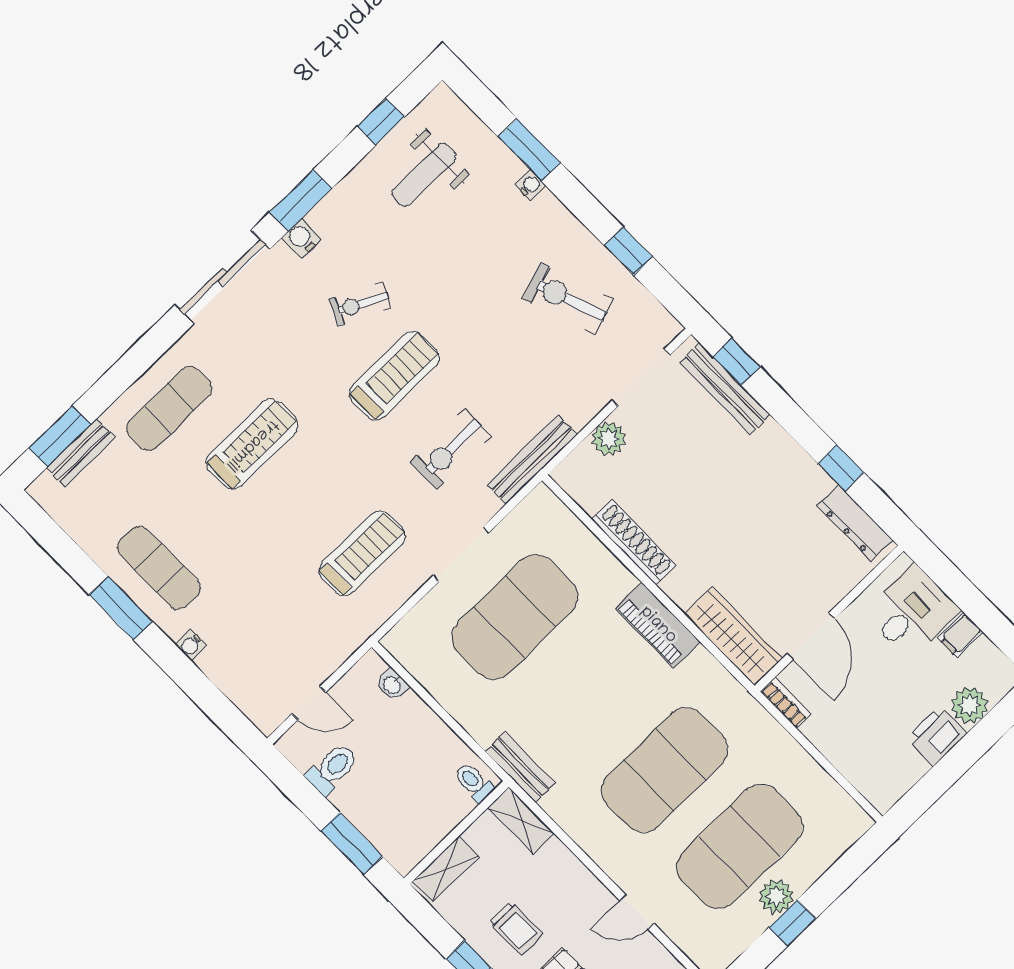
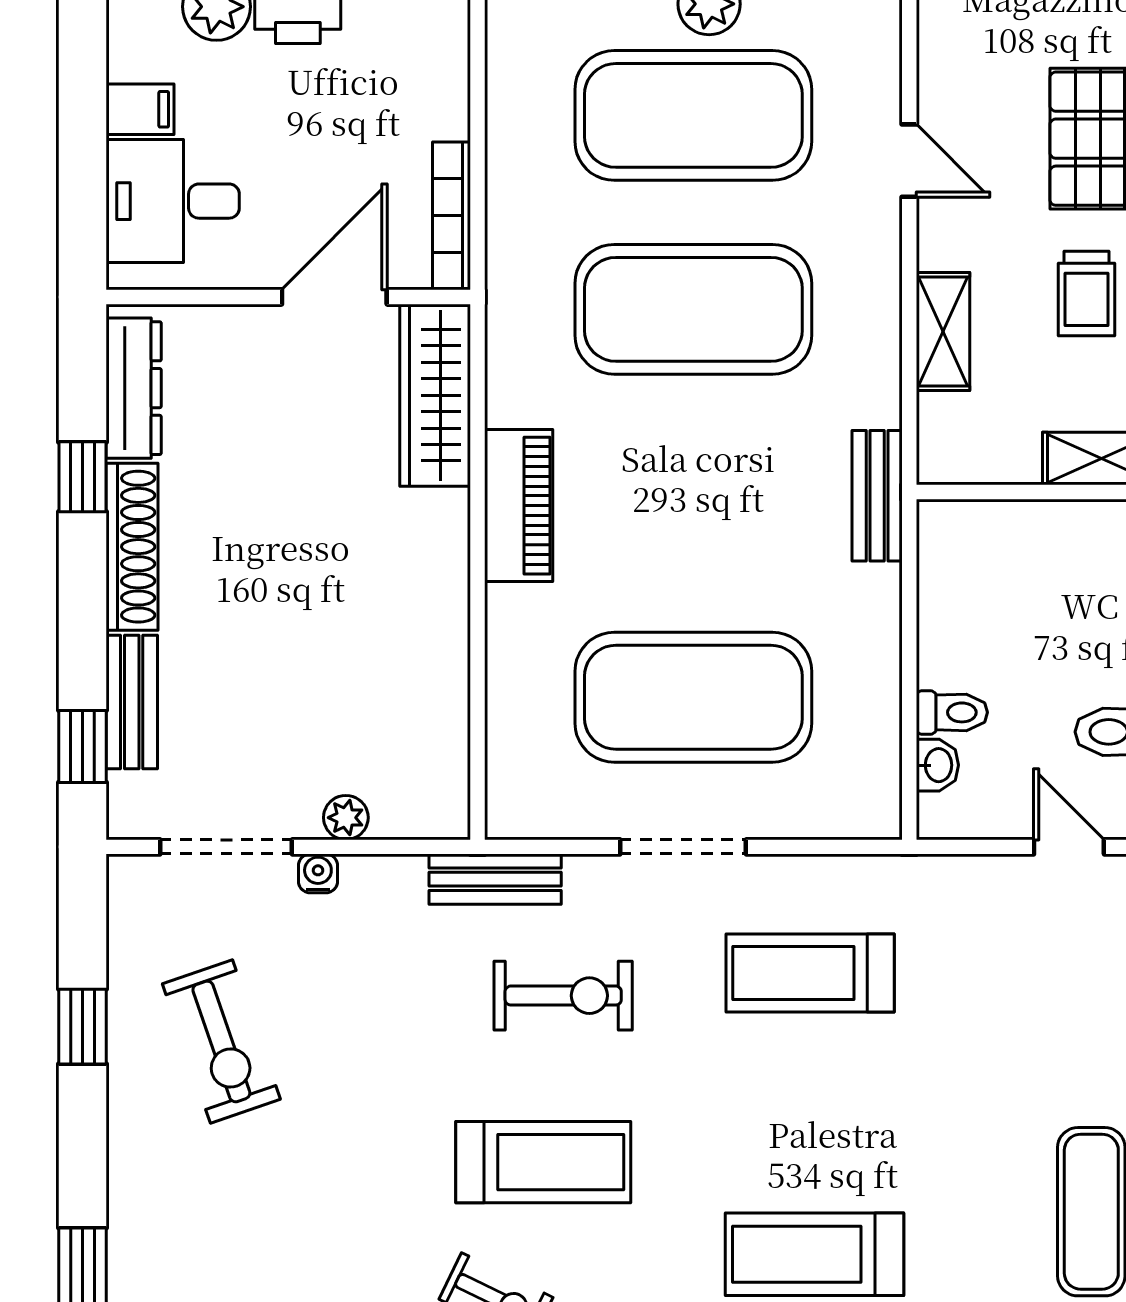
water cooler: (531, 185) -> (318, 873), moved, turned 90
treadmill: (394, 376) -> (543, 1162), turned 180
bench: (725, 389) -> (132, 702), width x0.73
plant: (609, 439) -> (346, 818), width x0.73, depth x0.73
bench: (532, 459) -> (495, 879), width x0.73
shoe rack: (634, 542) -> (132, 547), moved, turned 180
bookcase: (786, 703) -> (451, 216), width x1.56
toilet: (474, 783) -> (952, 712), moved, turned -90
shelving: (521, 820) -> (943, 332), moved
trolley: (516, 928) -> (1086, 294), turned 180

